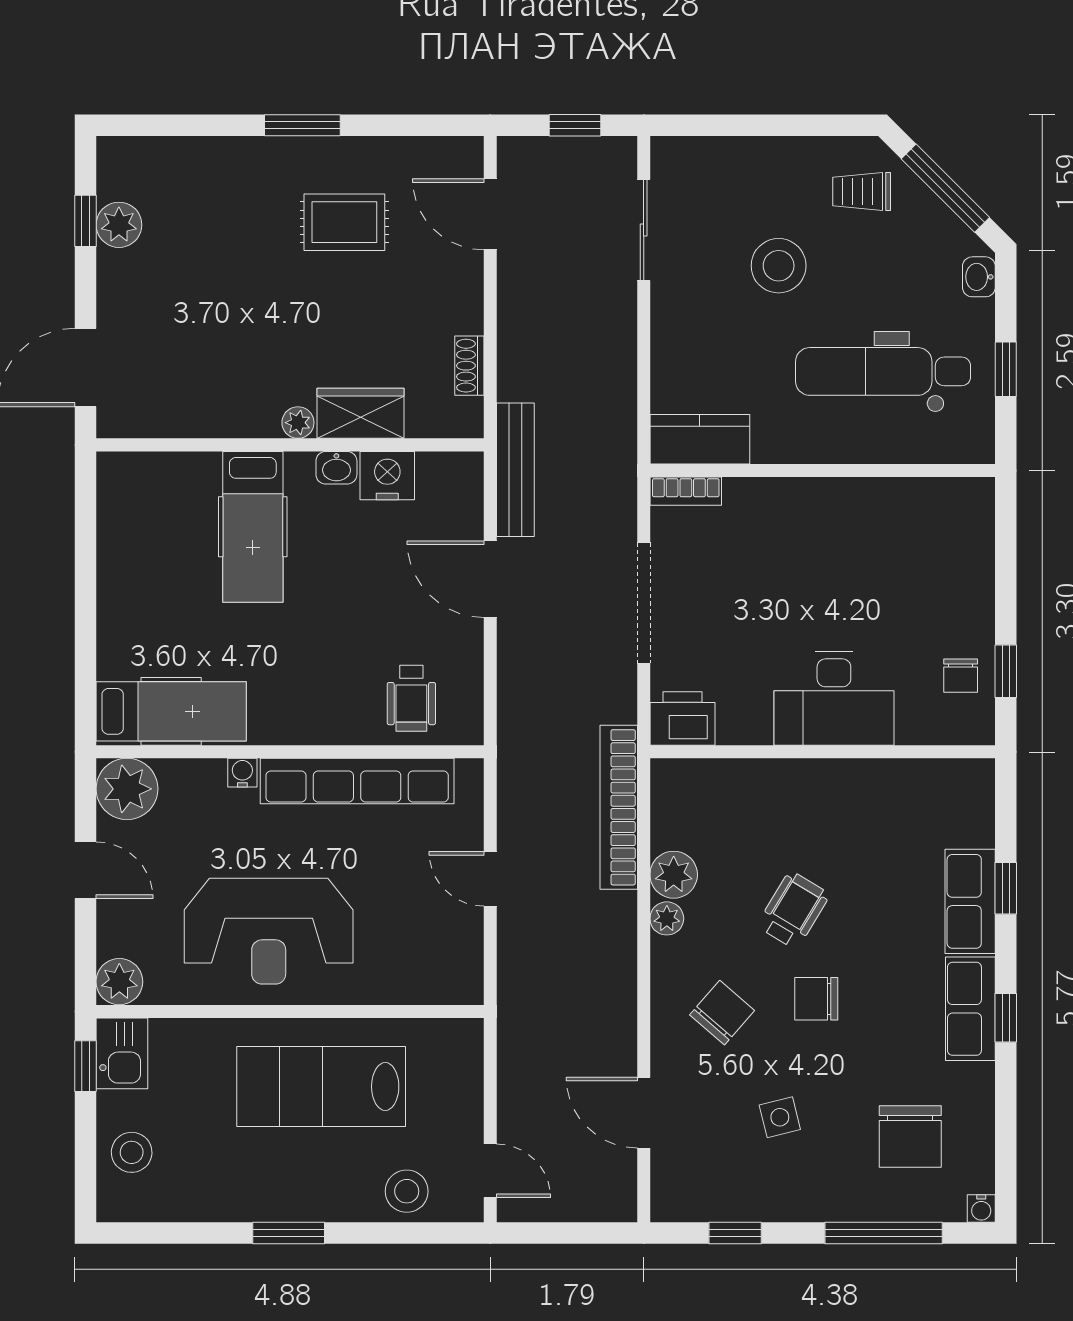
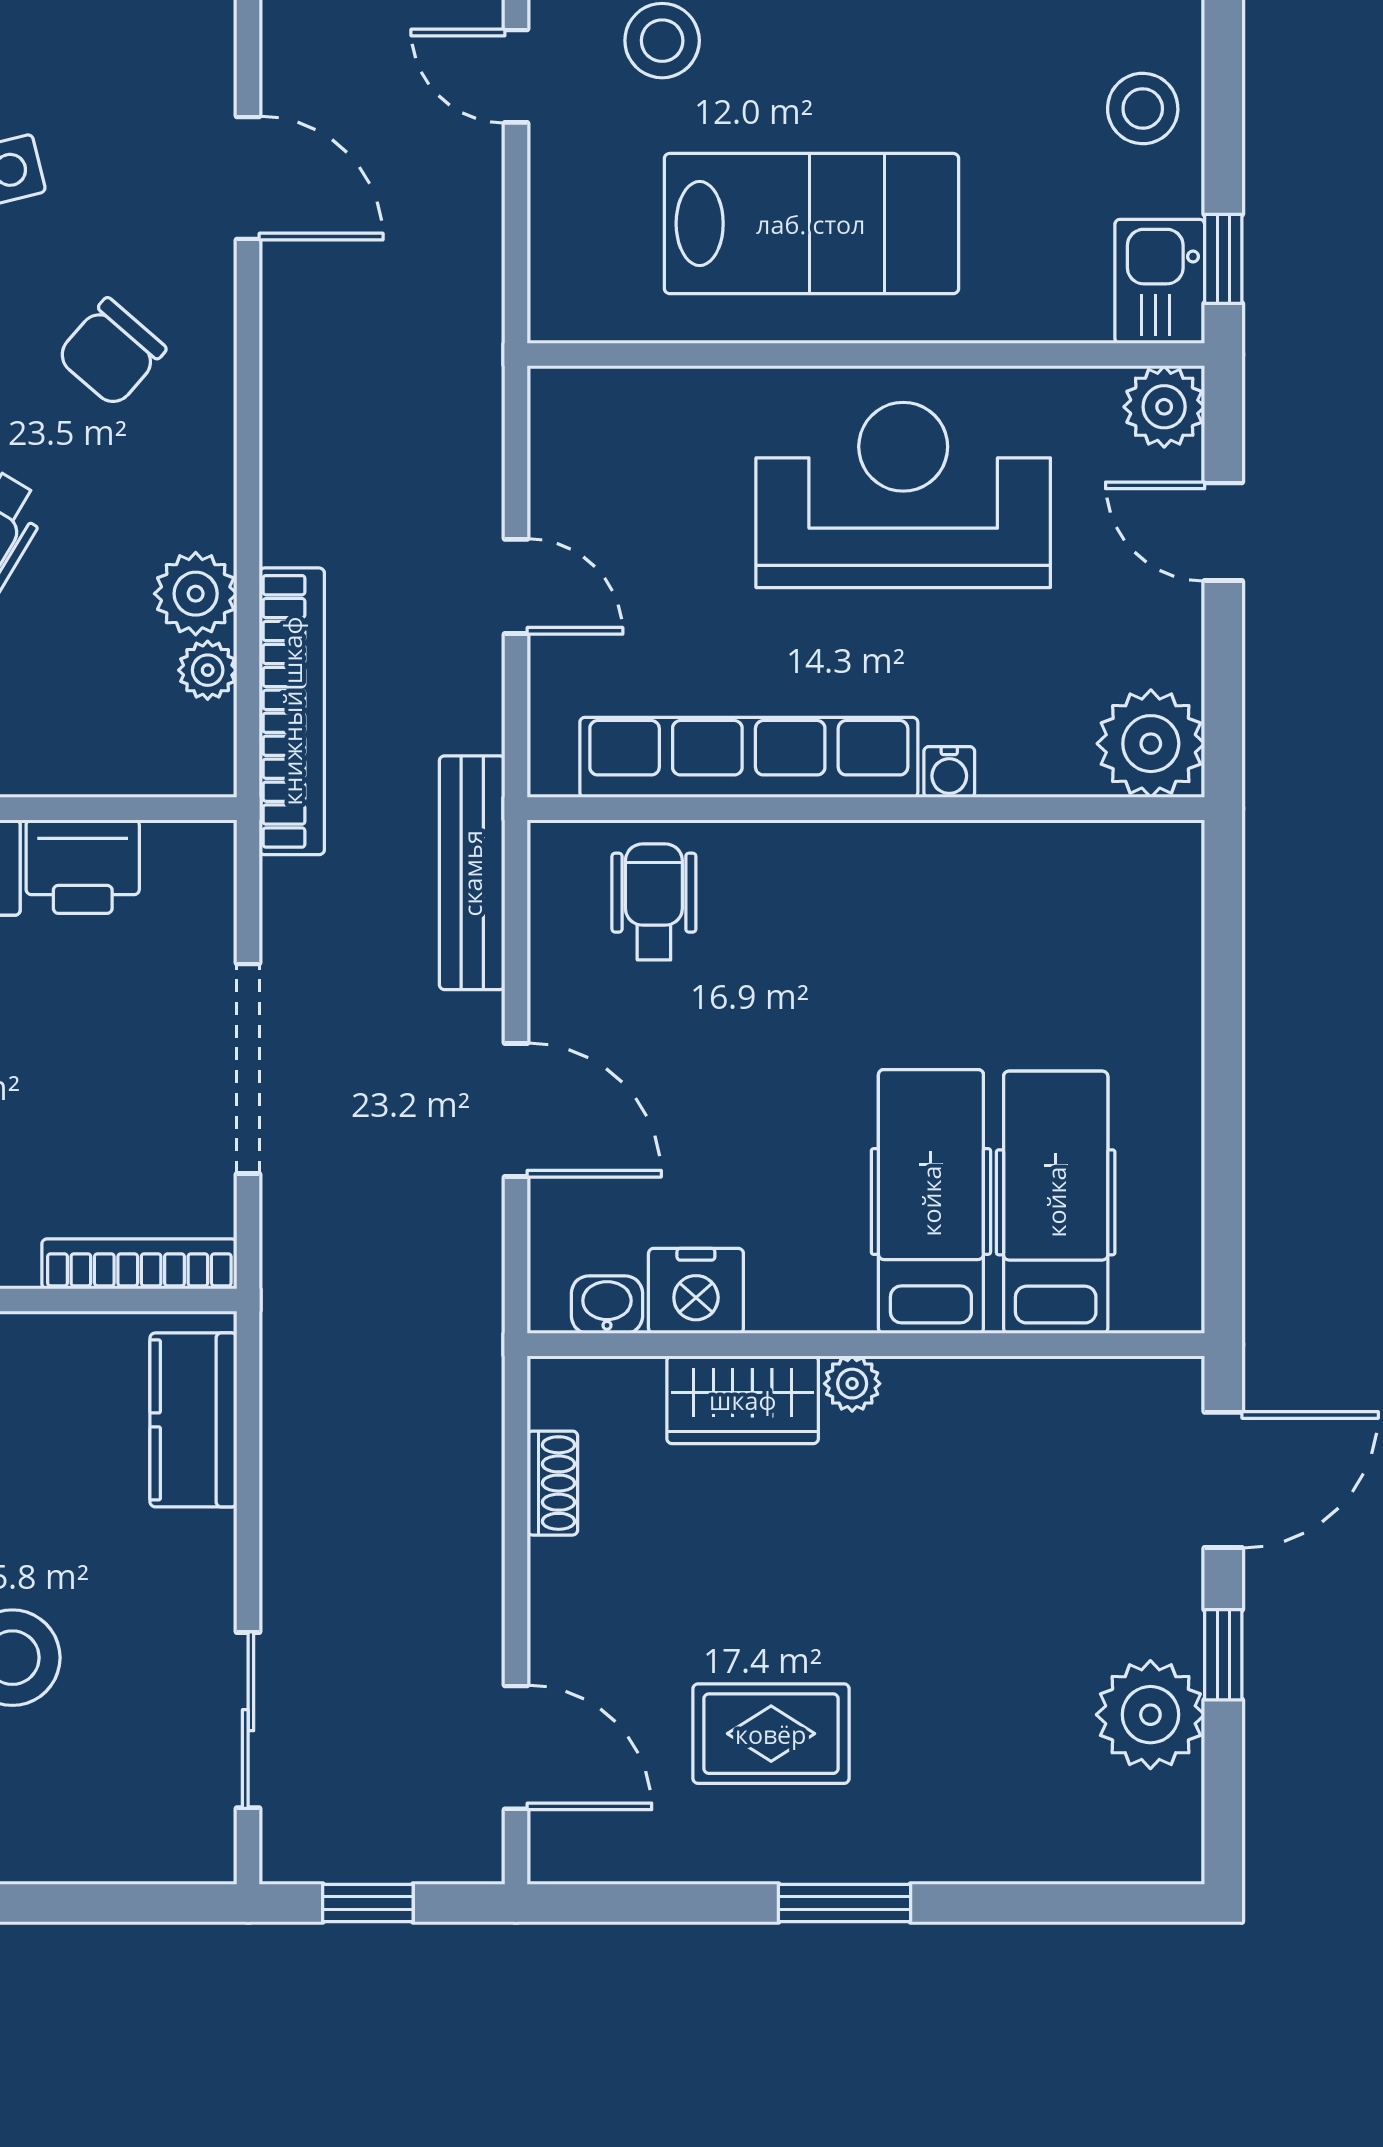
window: (86, 221) -> (1223, 1655), moved
plant: (119, 225) -> (1150, 1715), width x1.36, depth x1.36
kitchen counter: (700, 439) -> (193, 1420), moved, turned 90
washbasin: (336, 468) -> (607, 1305), moved
bench: (515, 470) -> (472, 873), moved
bookcase: (686, 491) -> (139, 1264), width x1.56
hospital bed: (171, 711) -> (1056, 1202), moved, turned 90
printer: (682, 718) -> (83, 867), moved
door: (86, 870) -> (1223, 532), moved
plant: (667, 918) -> (208, 670), moved

